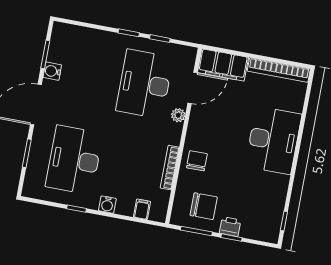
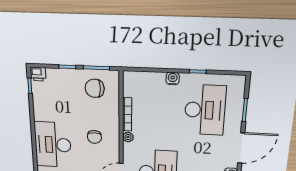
plant: (178, 115) -> (128, 137), moved
chair: (197, 161) -> (94, 137), moved
filing cabinet: (142, 209) -> (143, 79), removed
printer: (230, 227) -> (38, 74), moved

